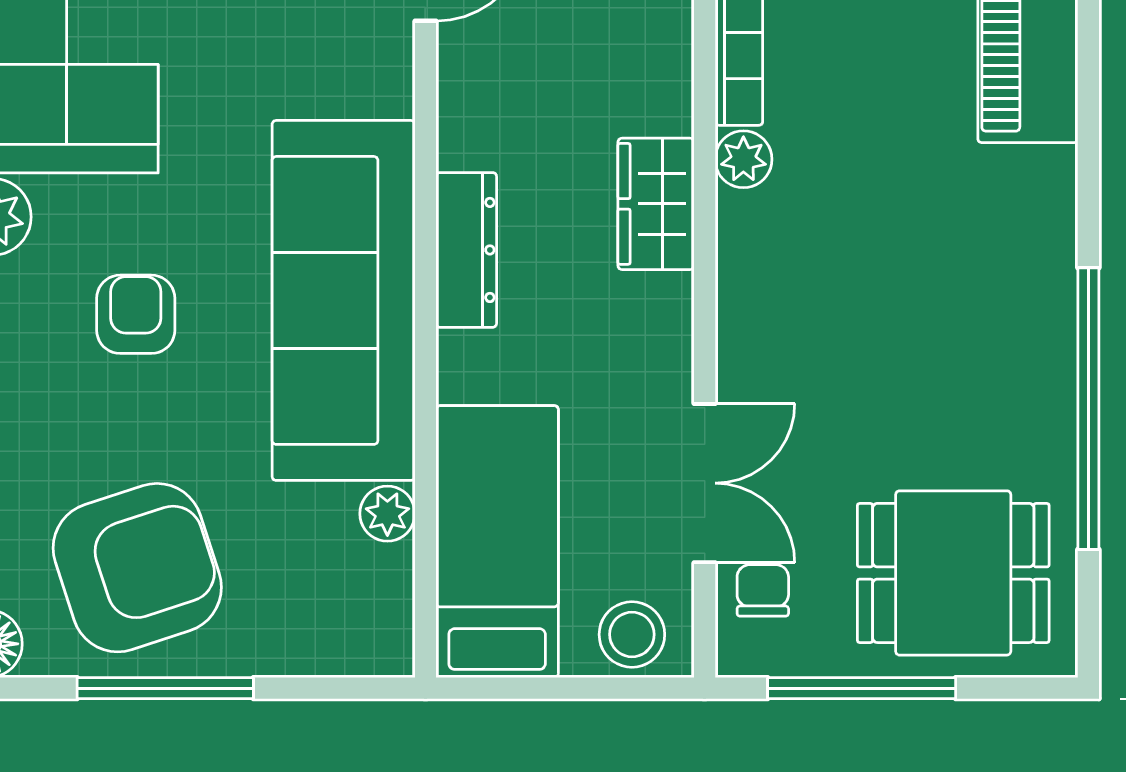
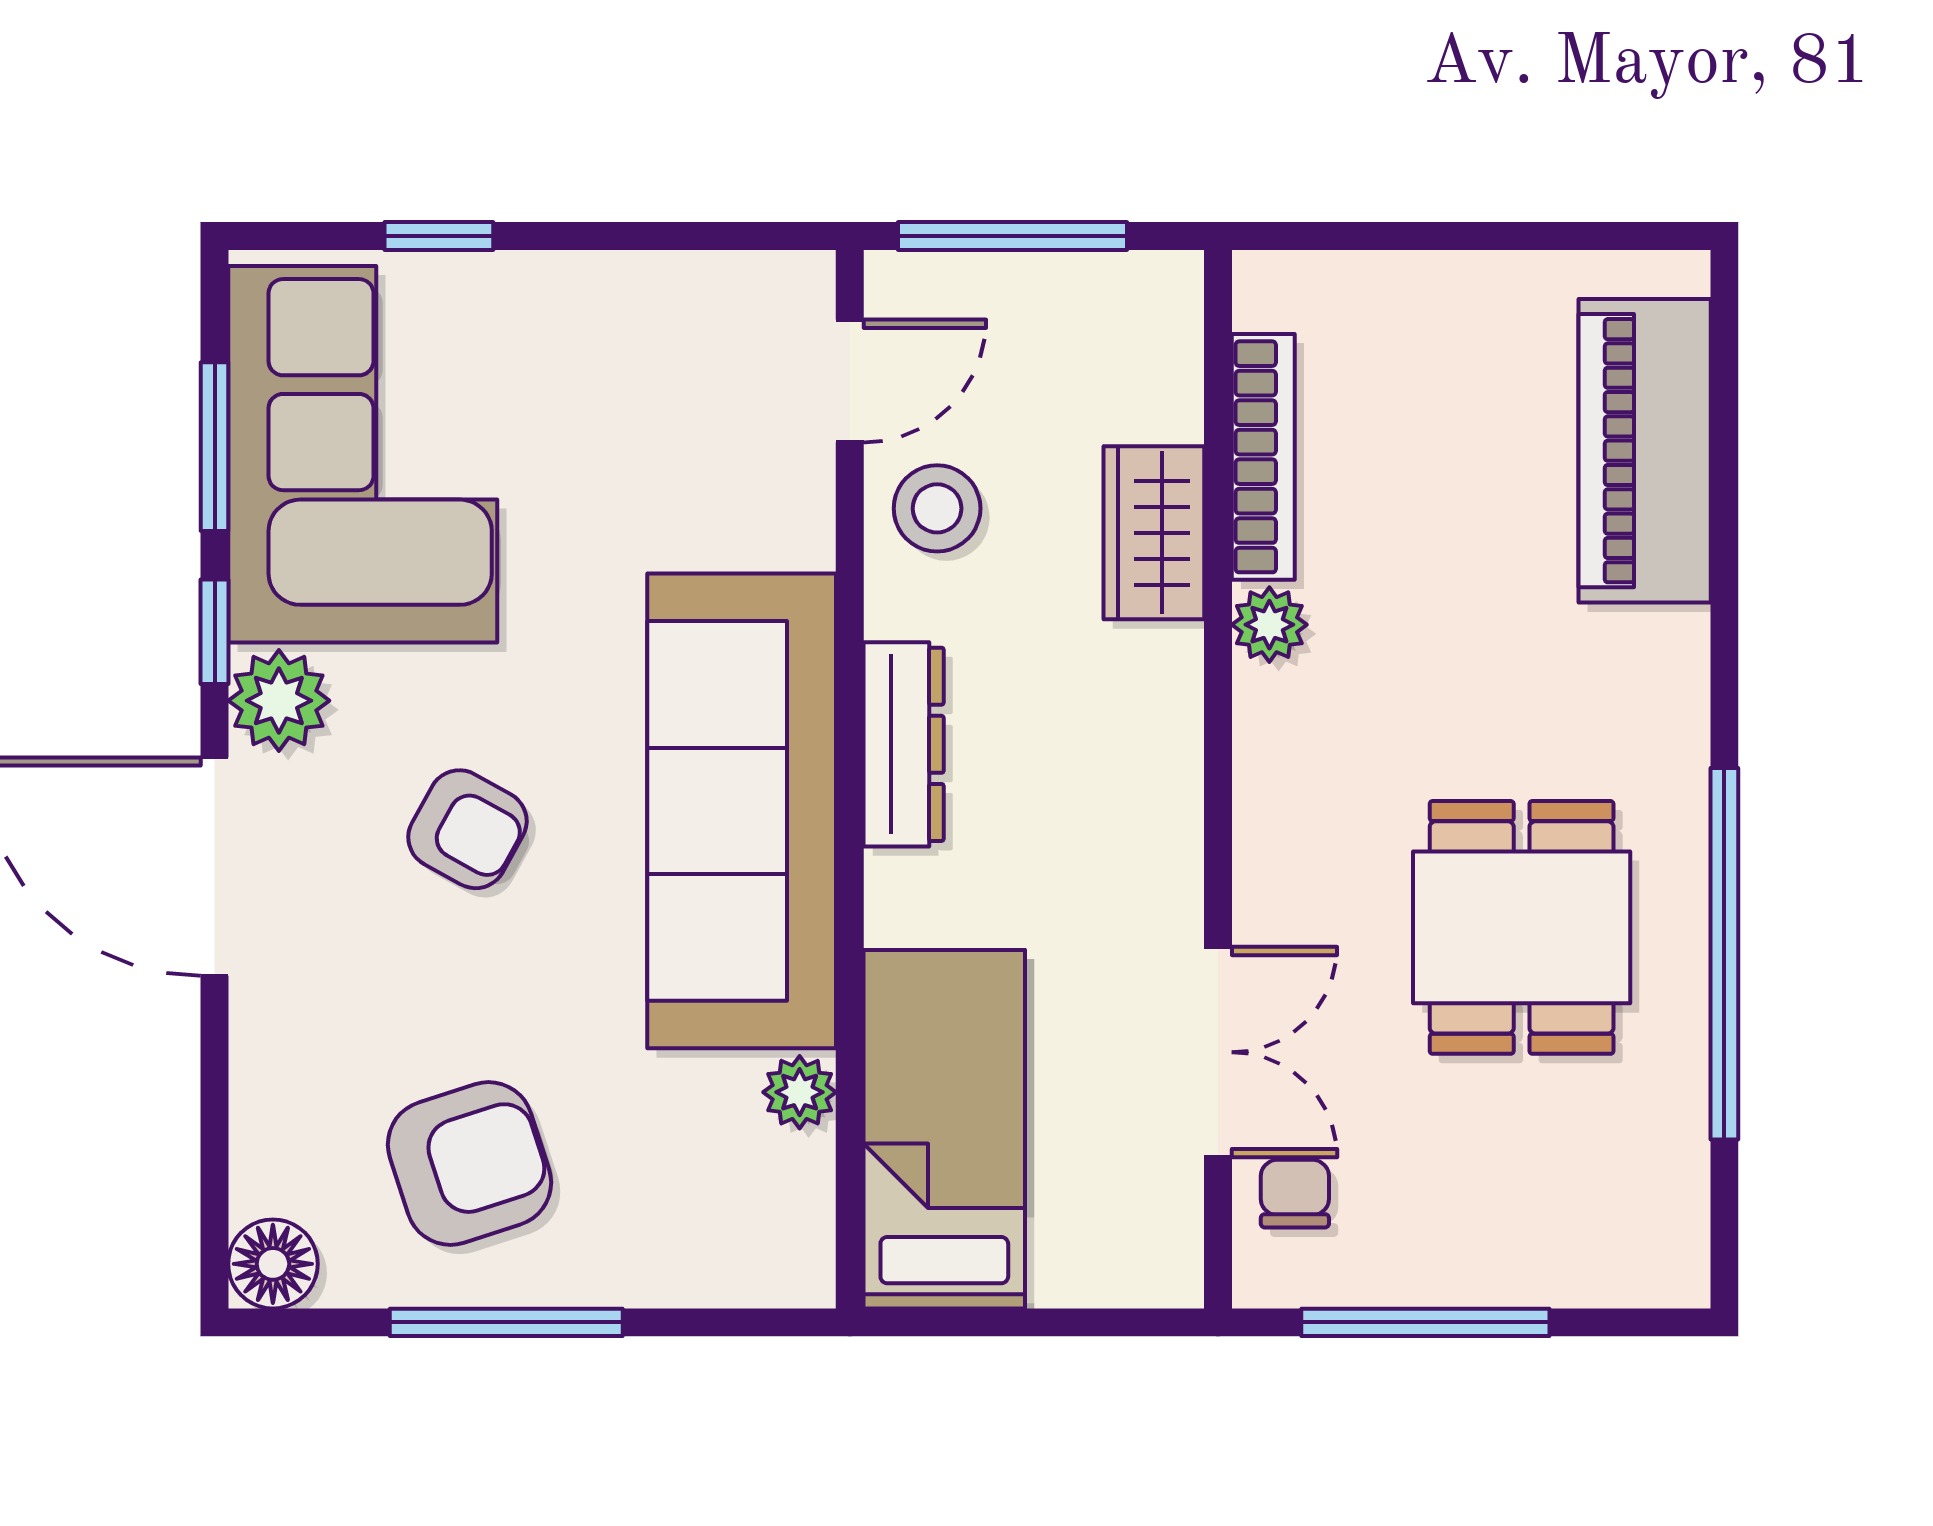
wardrobe: (656, 204) -> (1154, 533), moved
armchair: (136, 314) -> (467, 829), turned 119
armchair: (137, 568) -> (470, 1163), width x0.73, depth x0.73
dining table: (953, 573) -> (1522, 927), moved, turned 90
stool: (632, 634) -> (937, 508), moved

